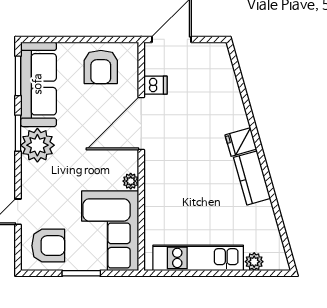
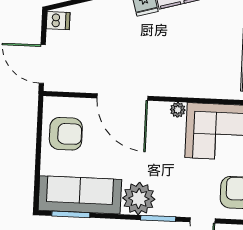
dishwasher: (155, 85) -> (58, 21), moved, turned 90
window: (18, 133) -> (158, 218), moved

